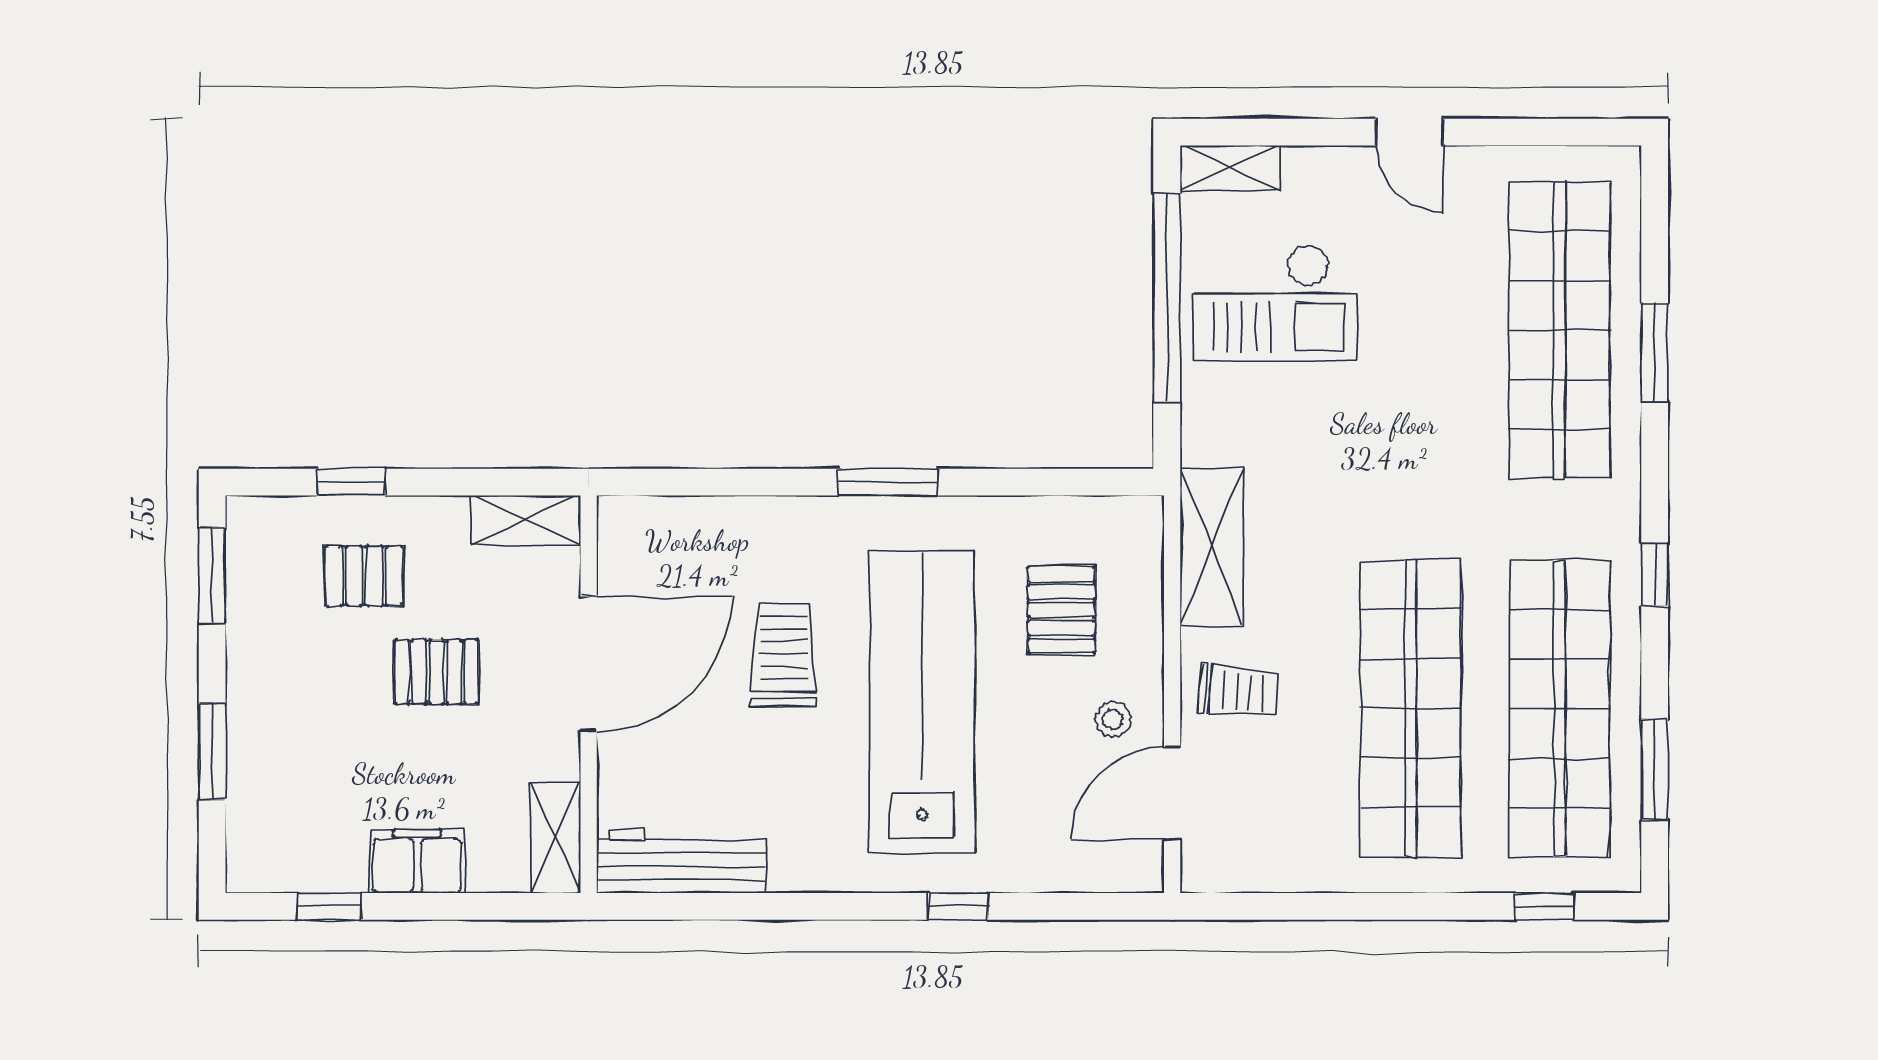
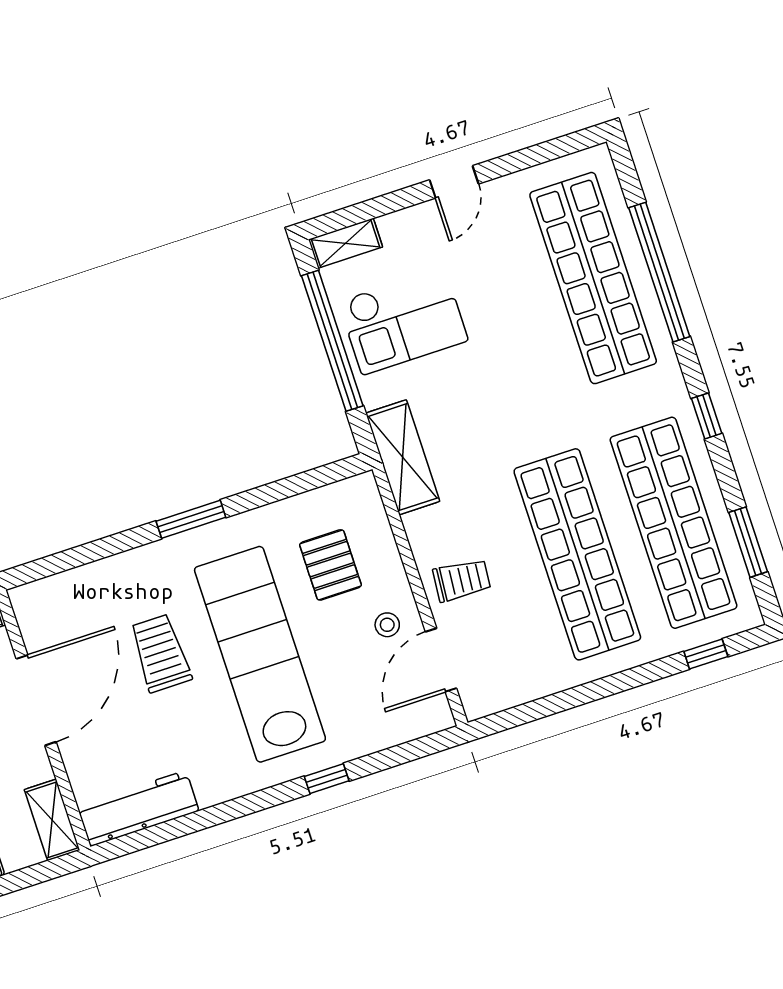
door: (1410, 132) -> (454, 182), hinge flipped
window: (1655, 352) -> (659, 272), width x2.11
shelving: (1212, 547) -> (403, 457), moved

